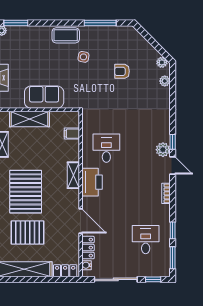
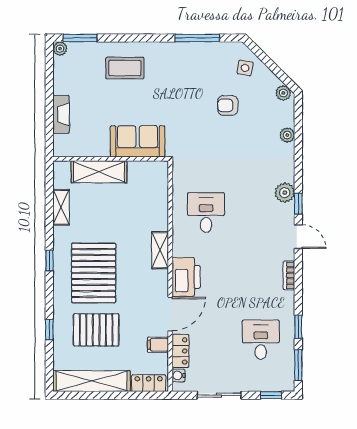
coffee table: (66, 35) -> (125, 68), moved
side table: (83, 57) -> (245, 68), moved
plant: (165, 81) -> (287, 135), moved
sofa: (44, 97) -> (138, 141), moved
filing cabinet: (72, 134) -> (158, 345), moved
plant: (163, 150) -> (285, 193), moved
printer: (92, 182) -> (186, 277), moved
door: (81, 221) -> (170, 314), hinge flipped
sliding door: (116, 279) -> (219, 395), width x0.73

